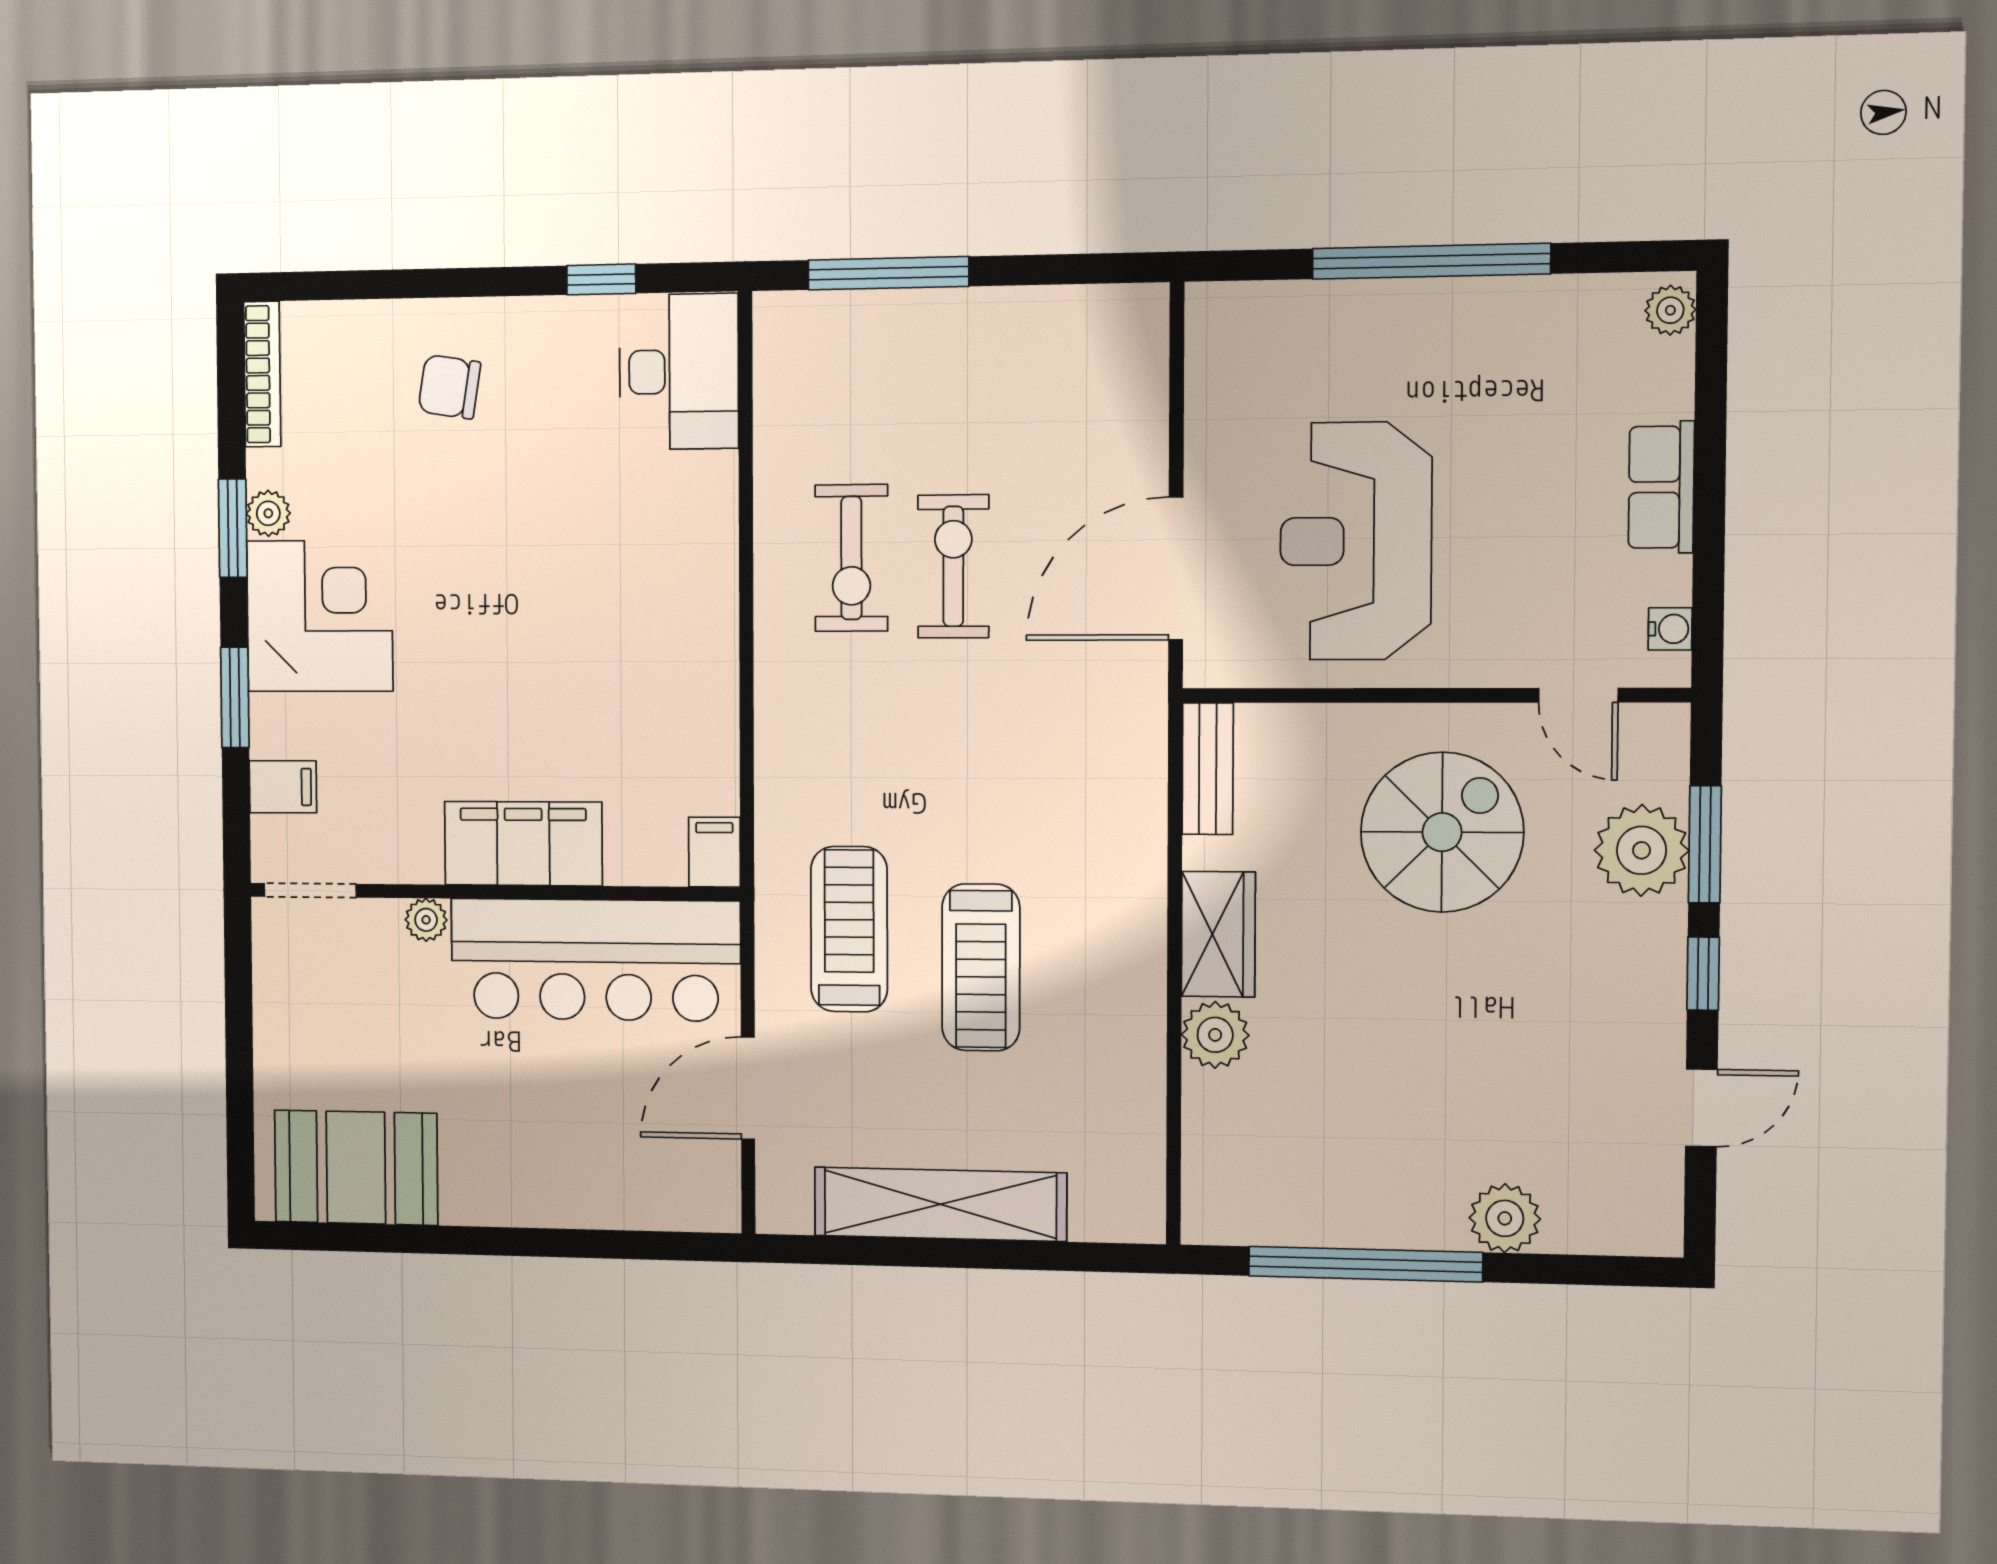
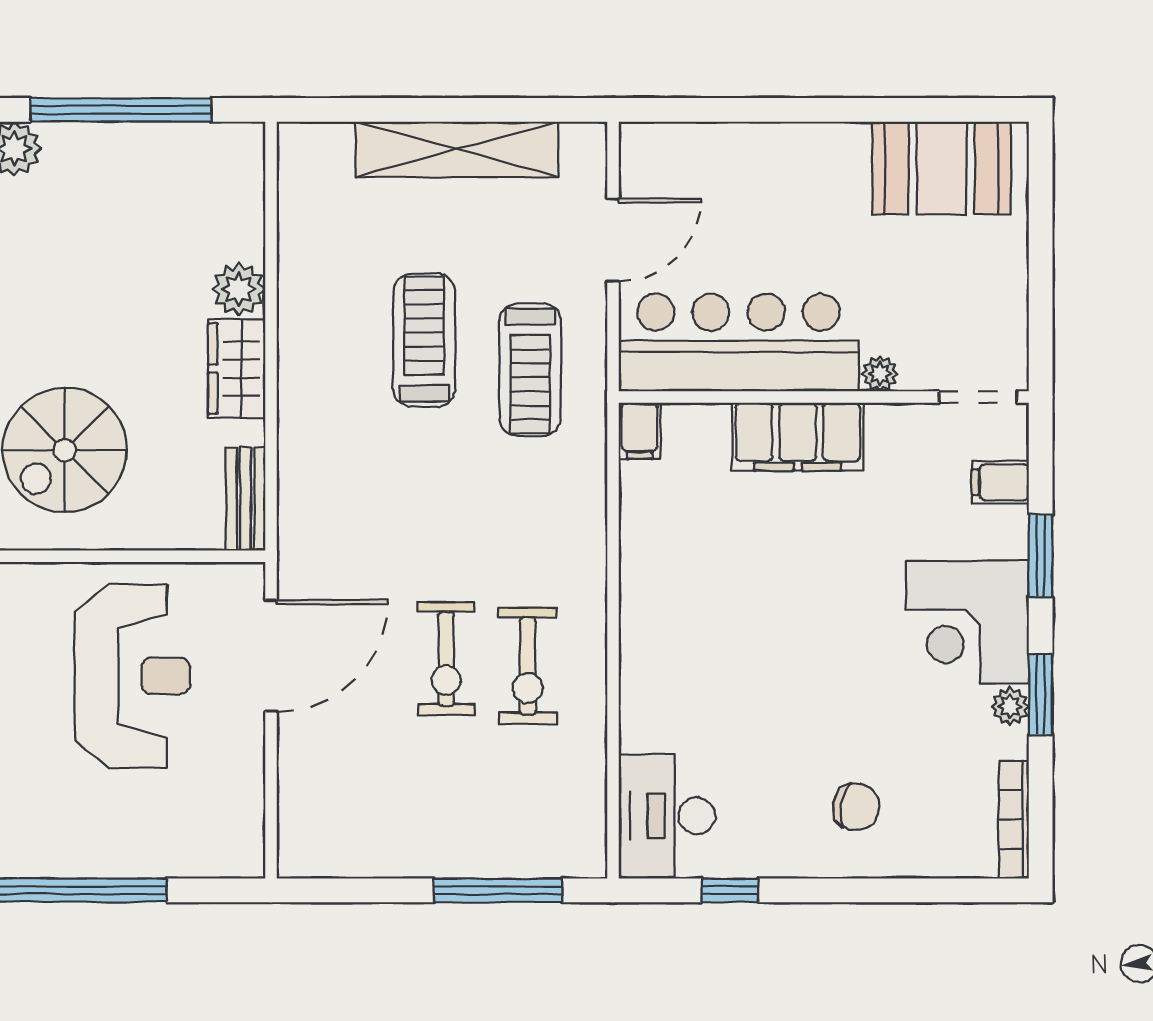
exercise bike: (851, 558) -> (528, 666), turned 180

